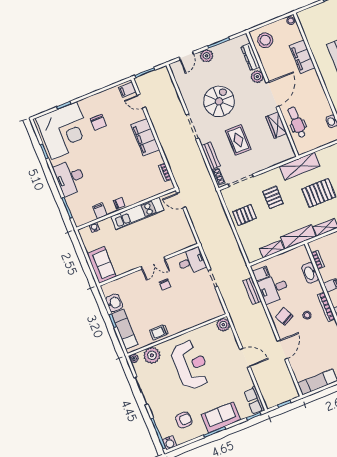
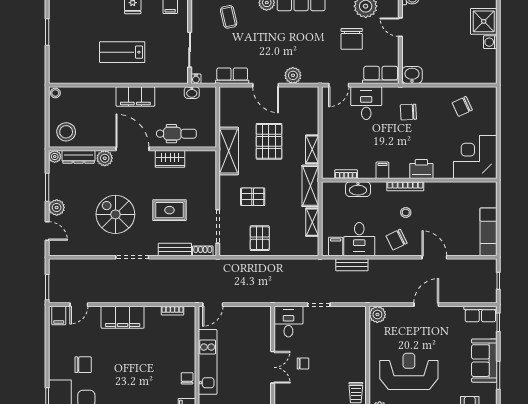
plant: (244, 39) -> (55, 157), added
filing cabinet: (302, 57) -> (135, 96), moved
dental chair: (297, 122) -> (176, 134), turned 180

